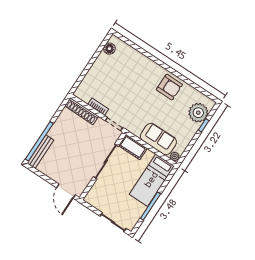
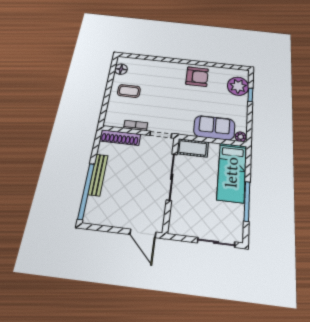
coffee table: (107, 73) -> (129, 91), added
bench: (40, 152) -> (98, 175), moved

